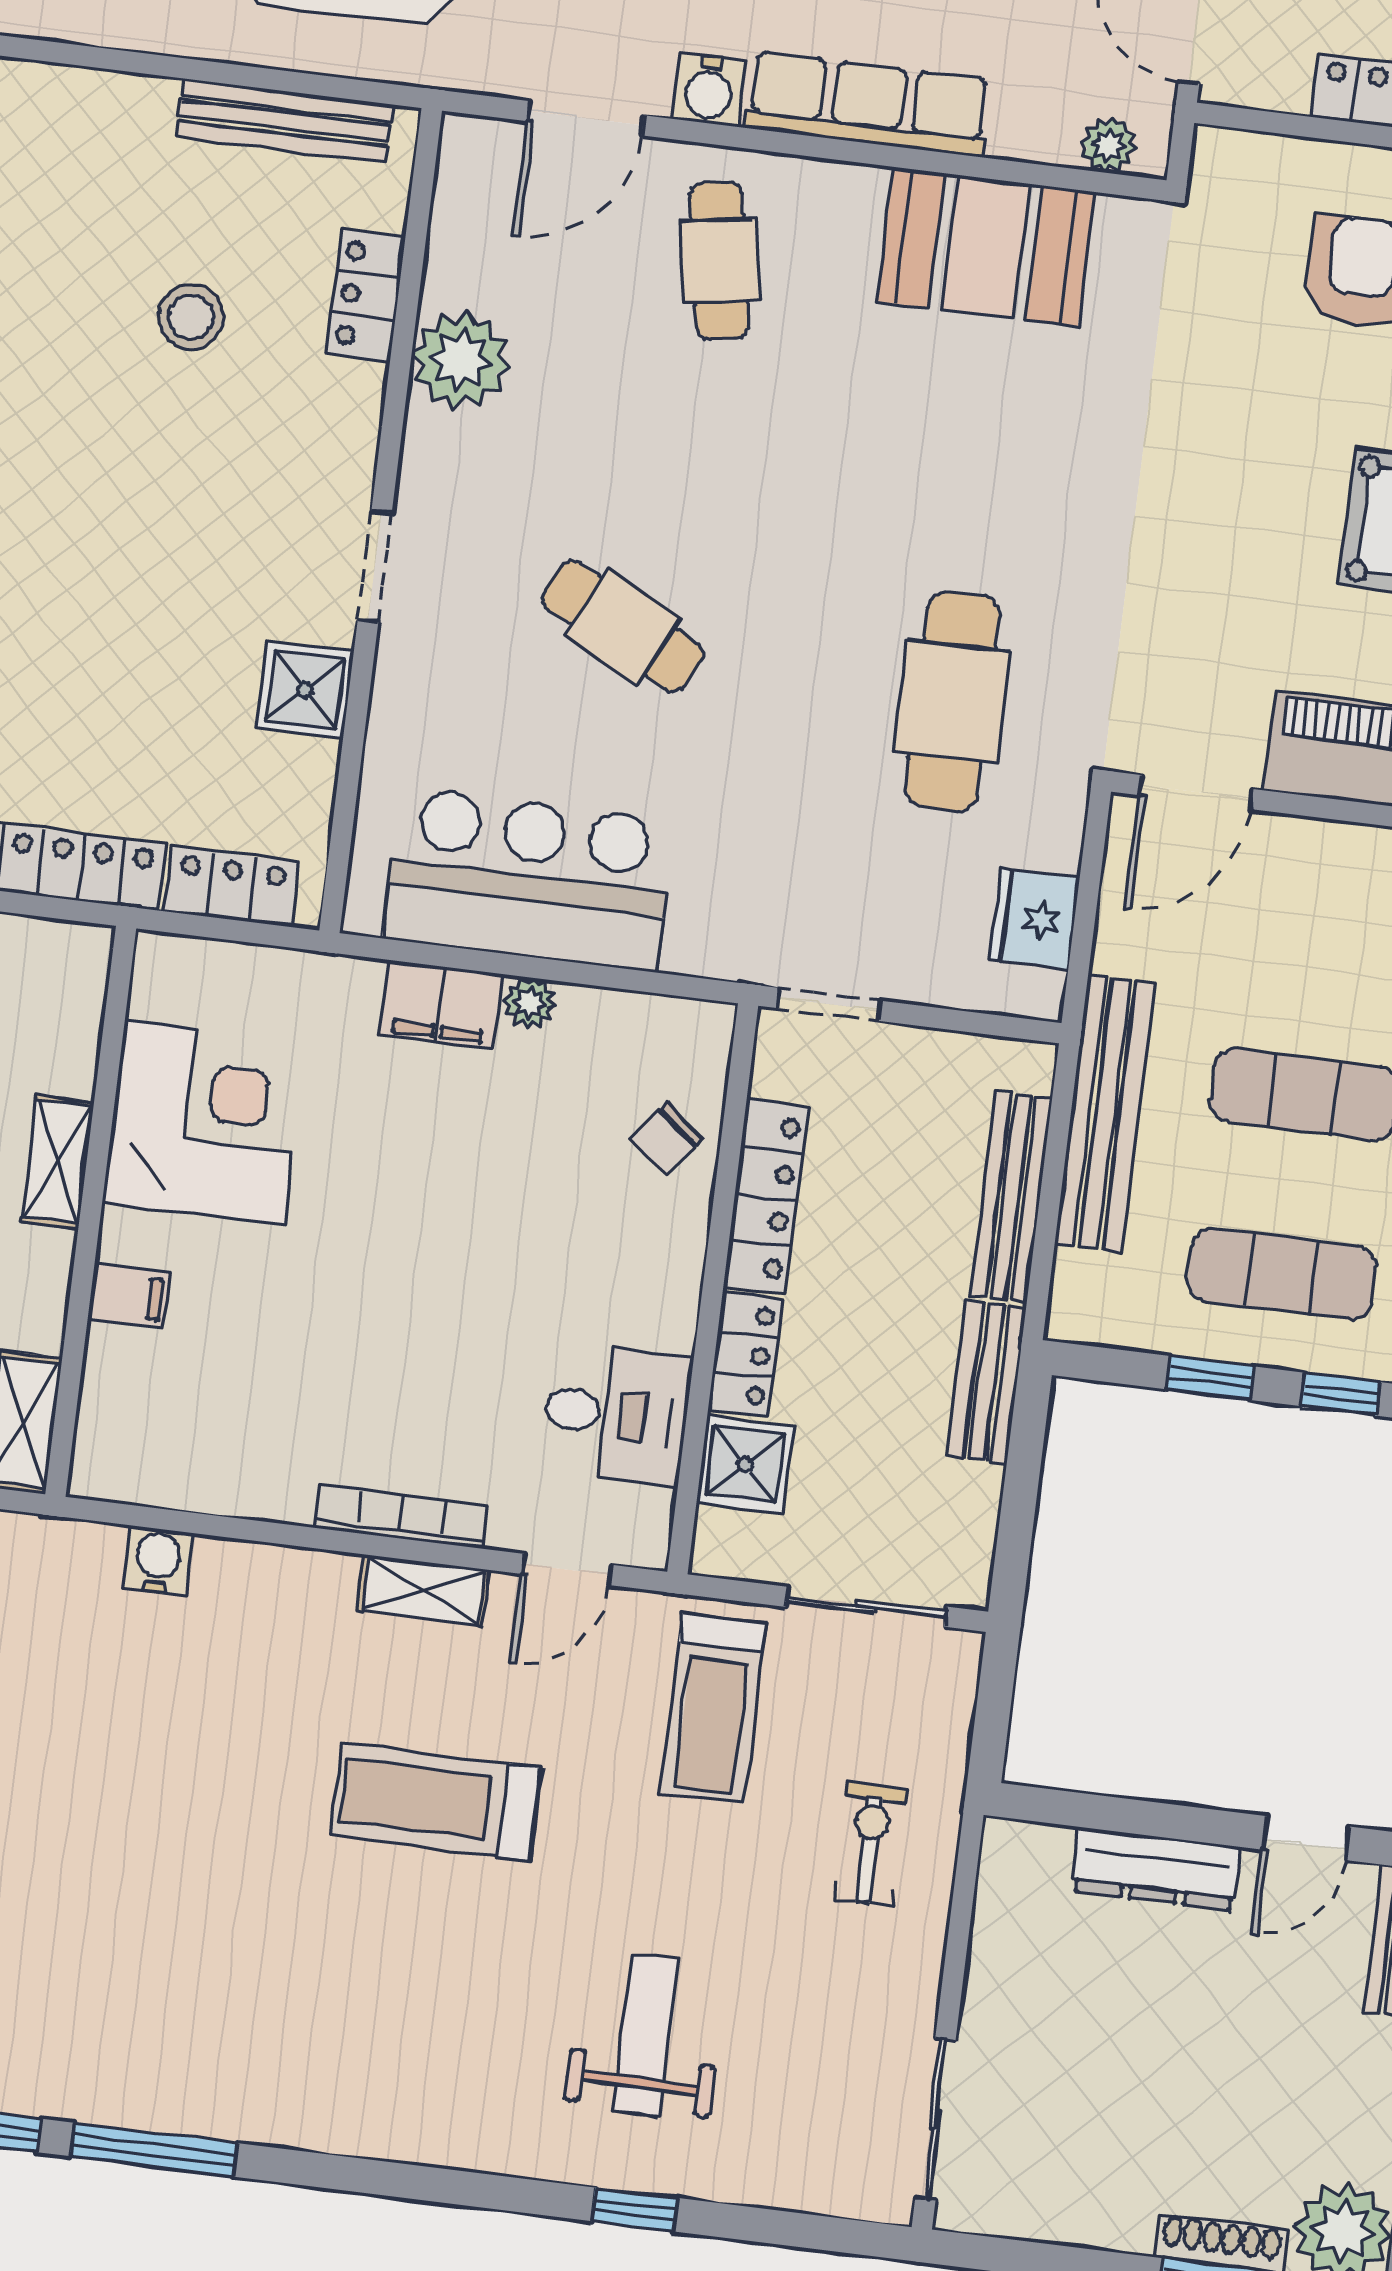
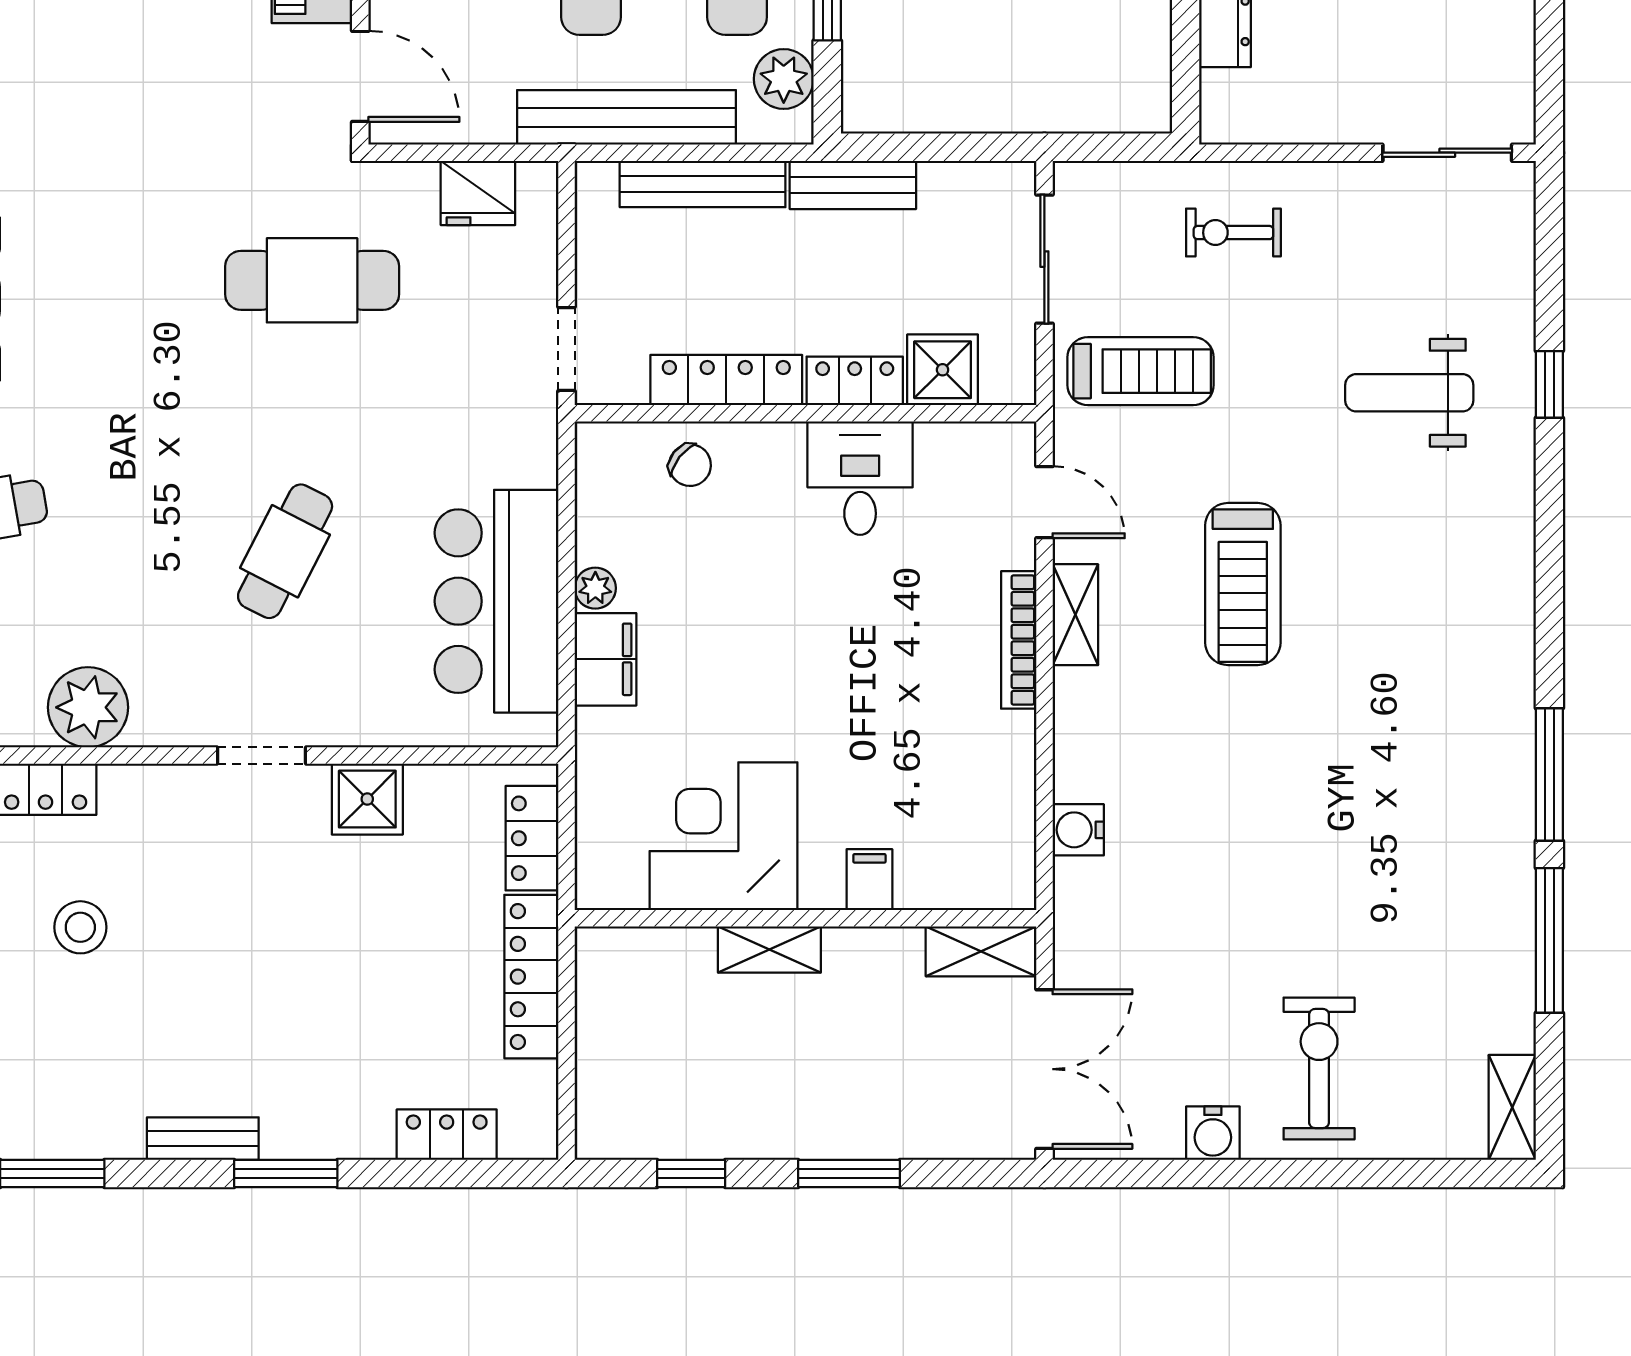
plant: (1128, 1313) -> (784, 79), added
desk: (616, 1415) -> (860, 478), moved

